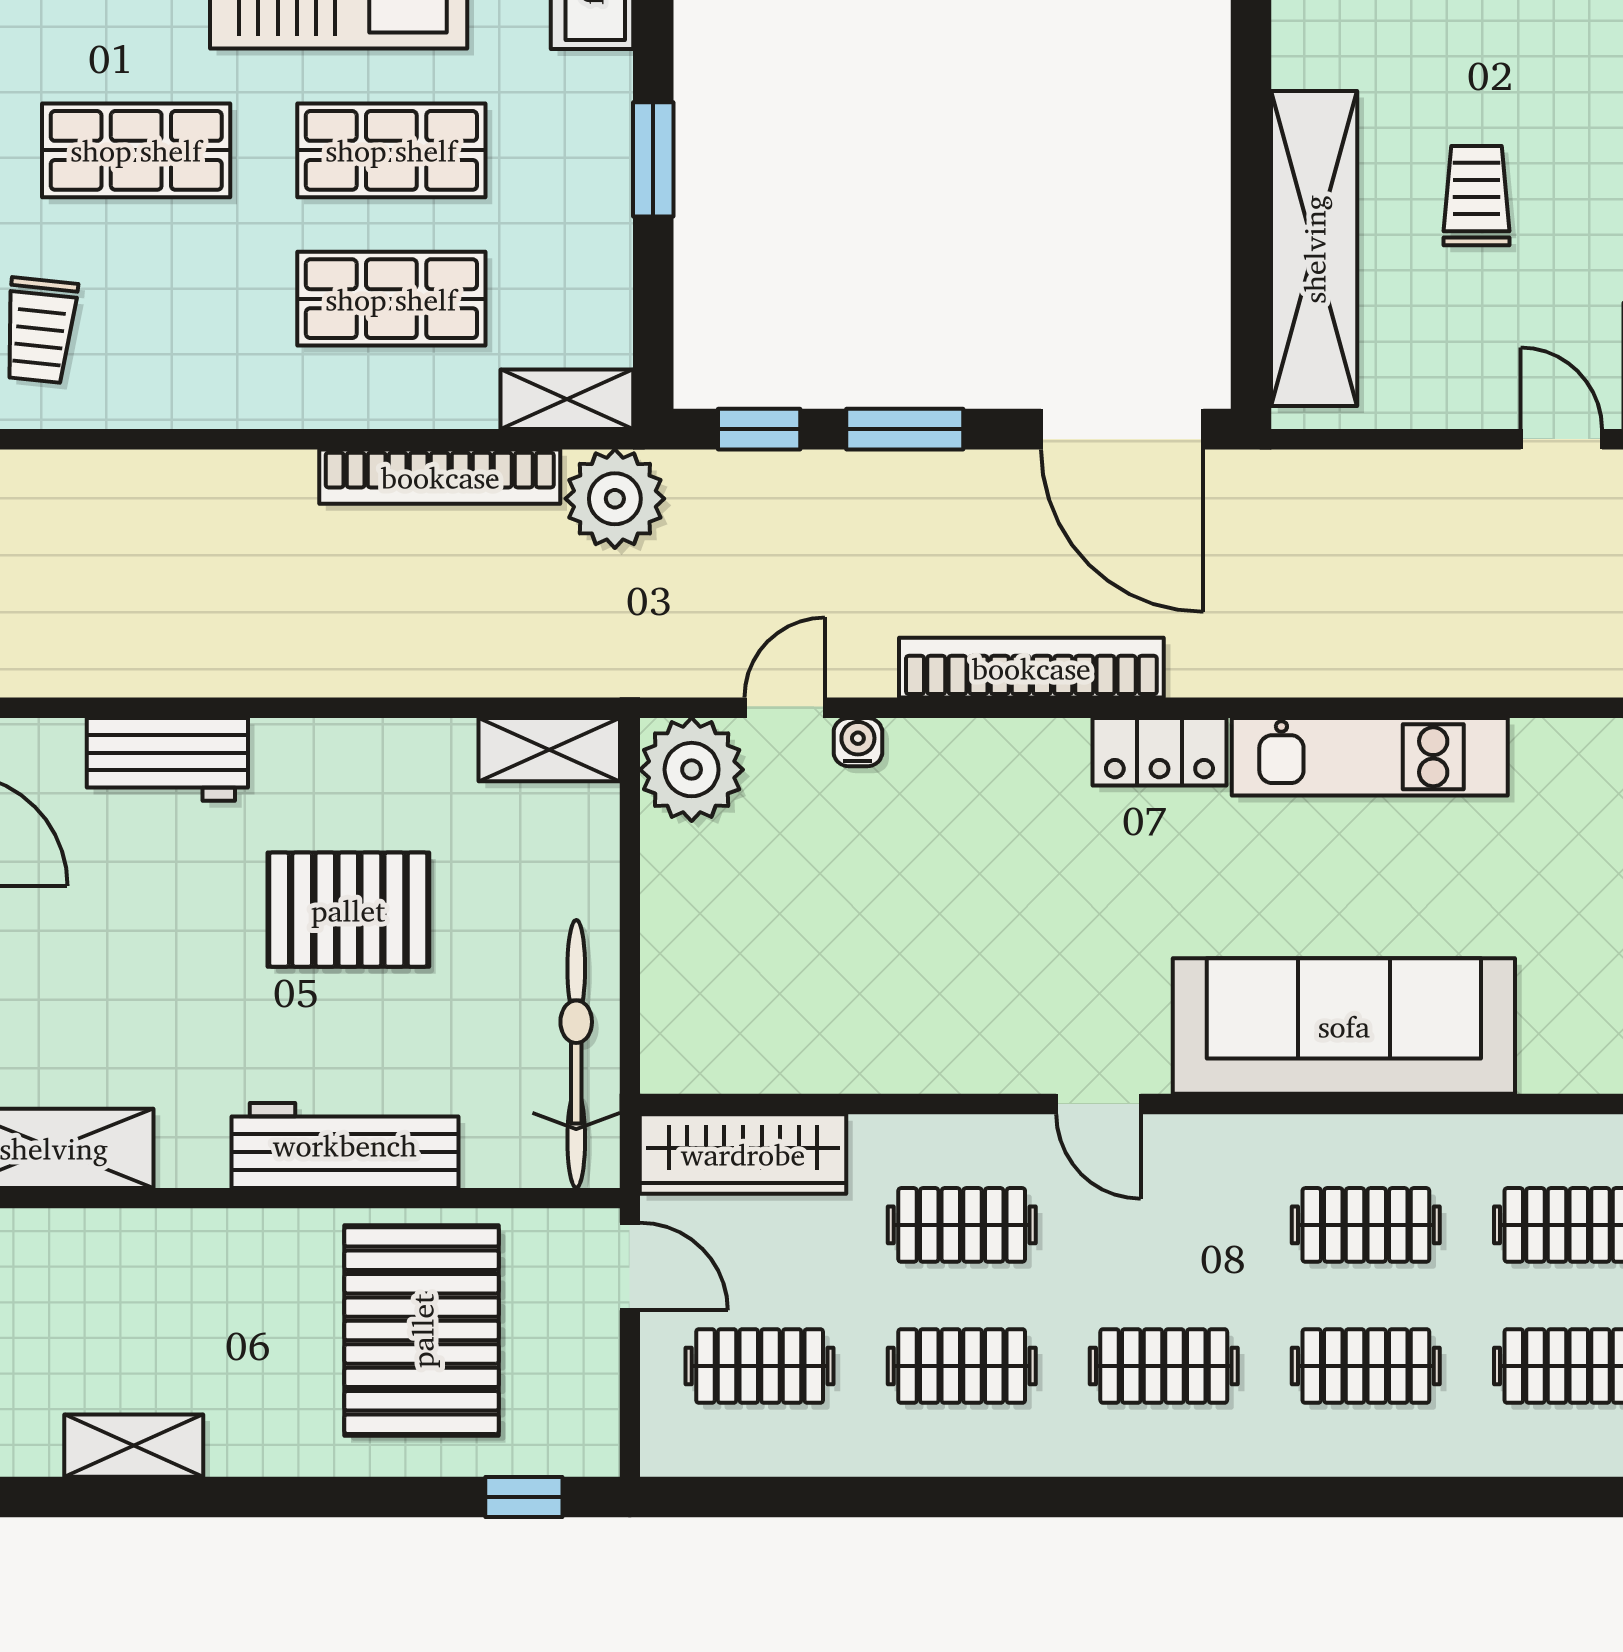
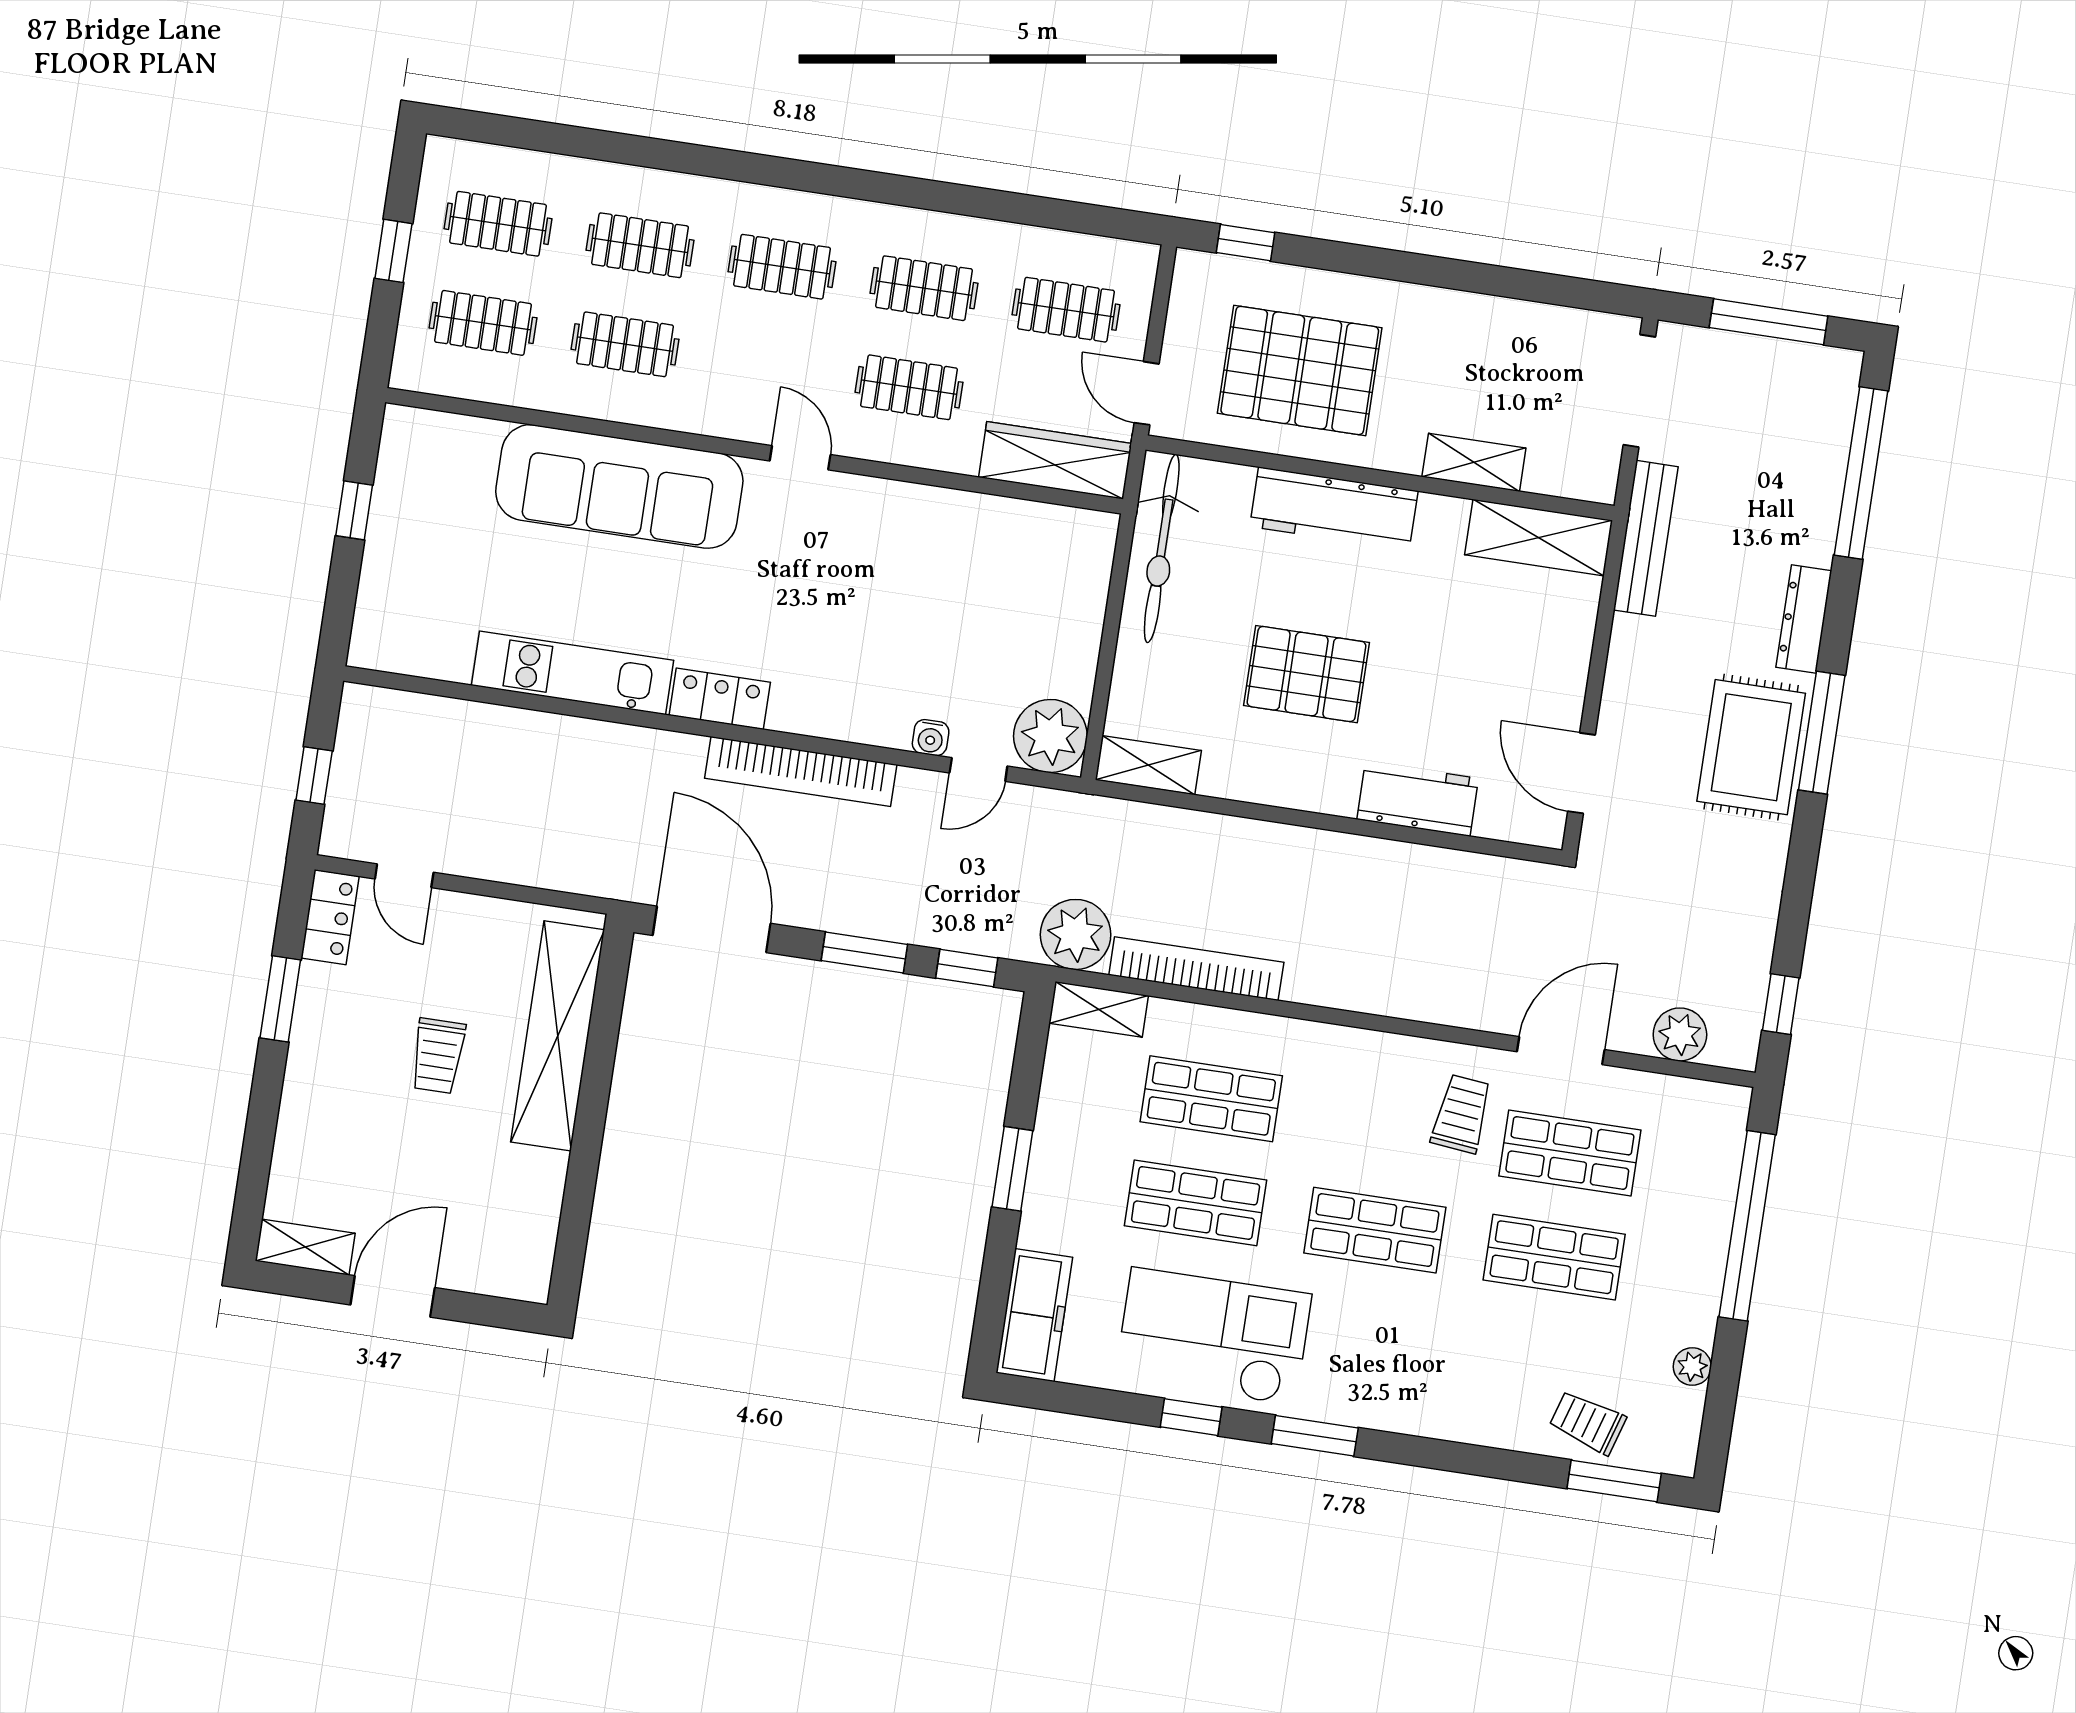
pallet: (422, 1331) -> (1300, 370), turned 90
shelving: (134, 1446) -> (1474, 462), moved

